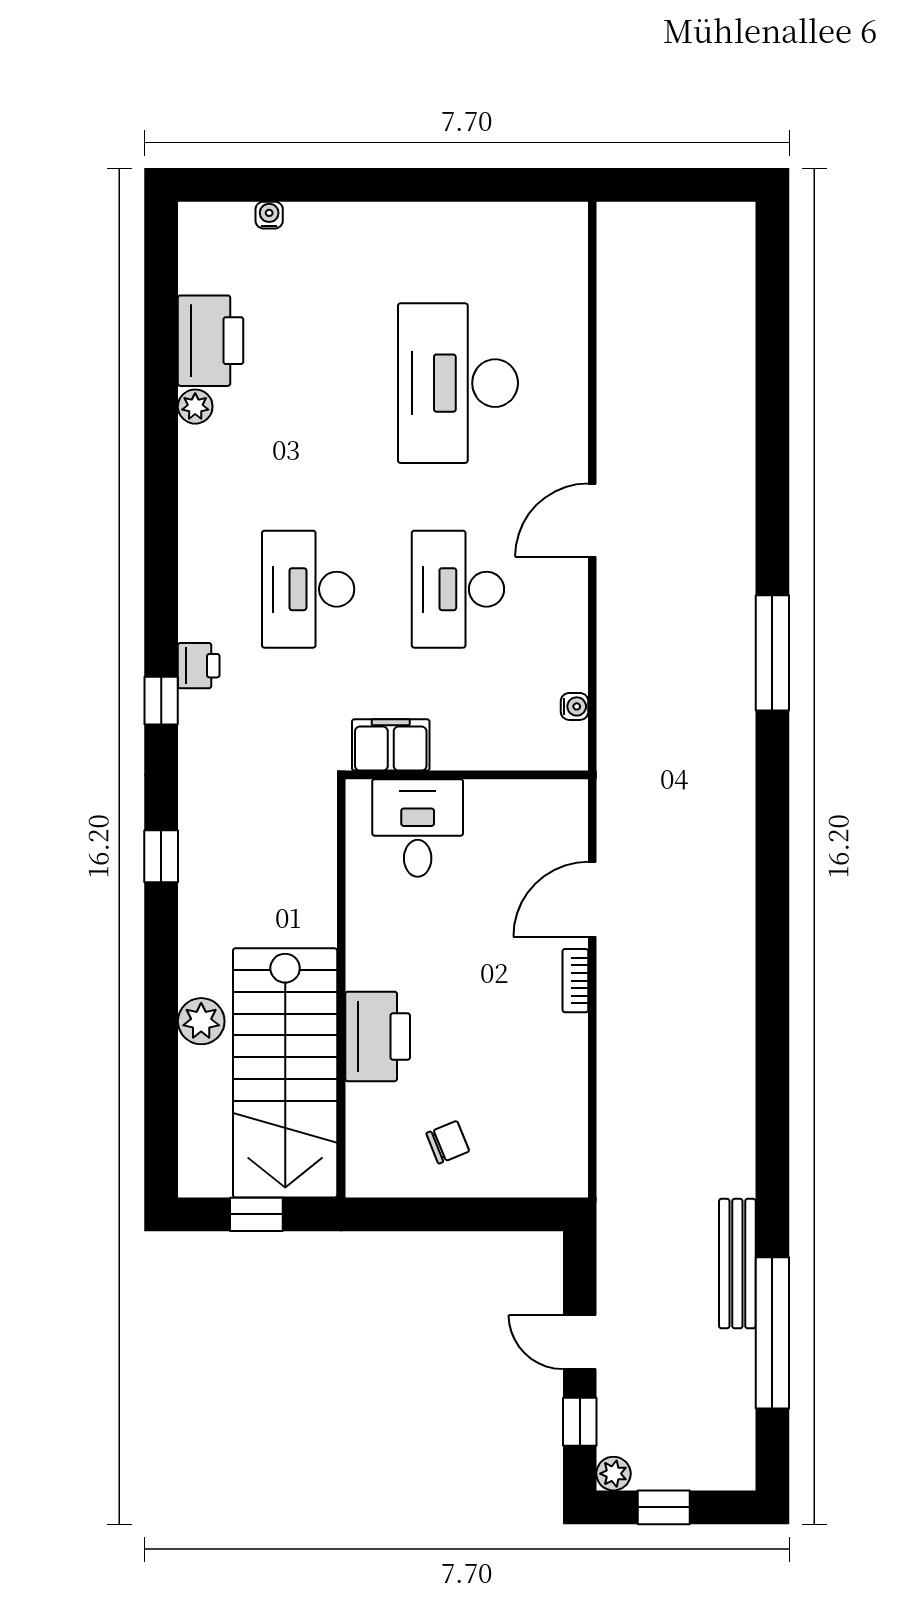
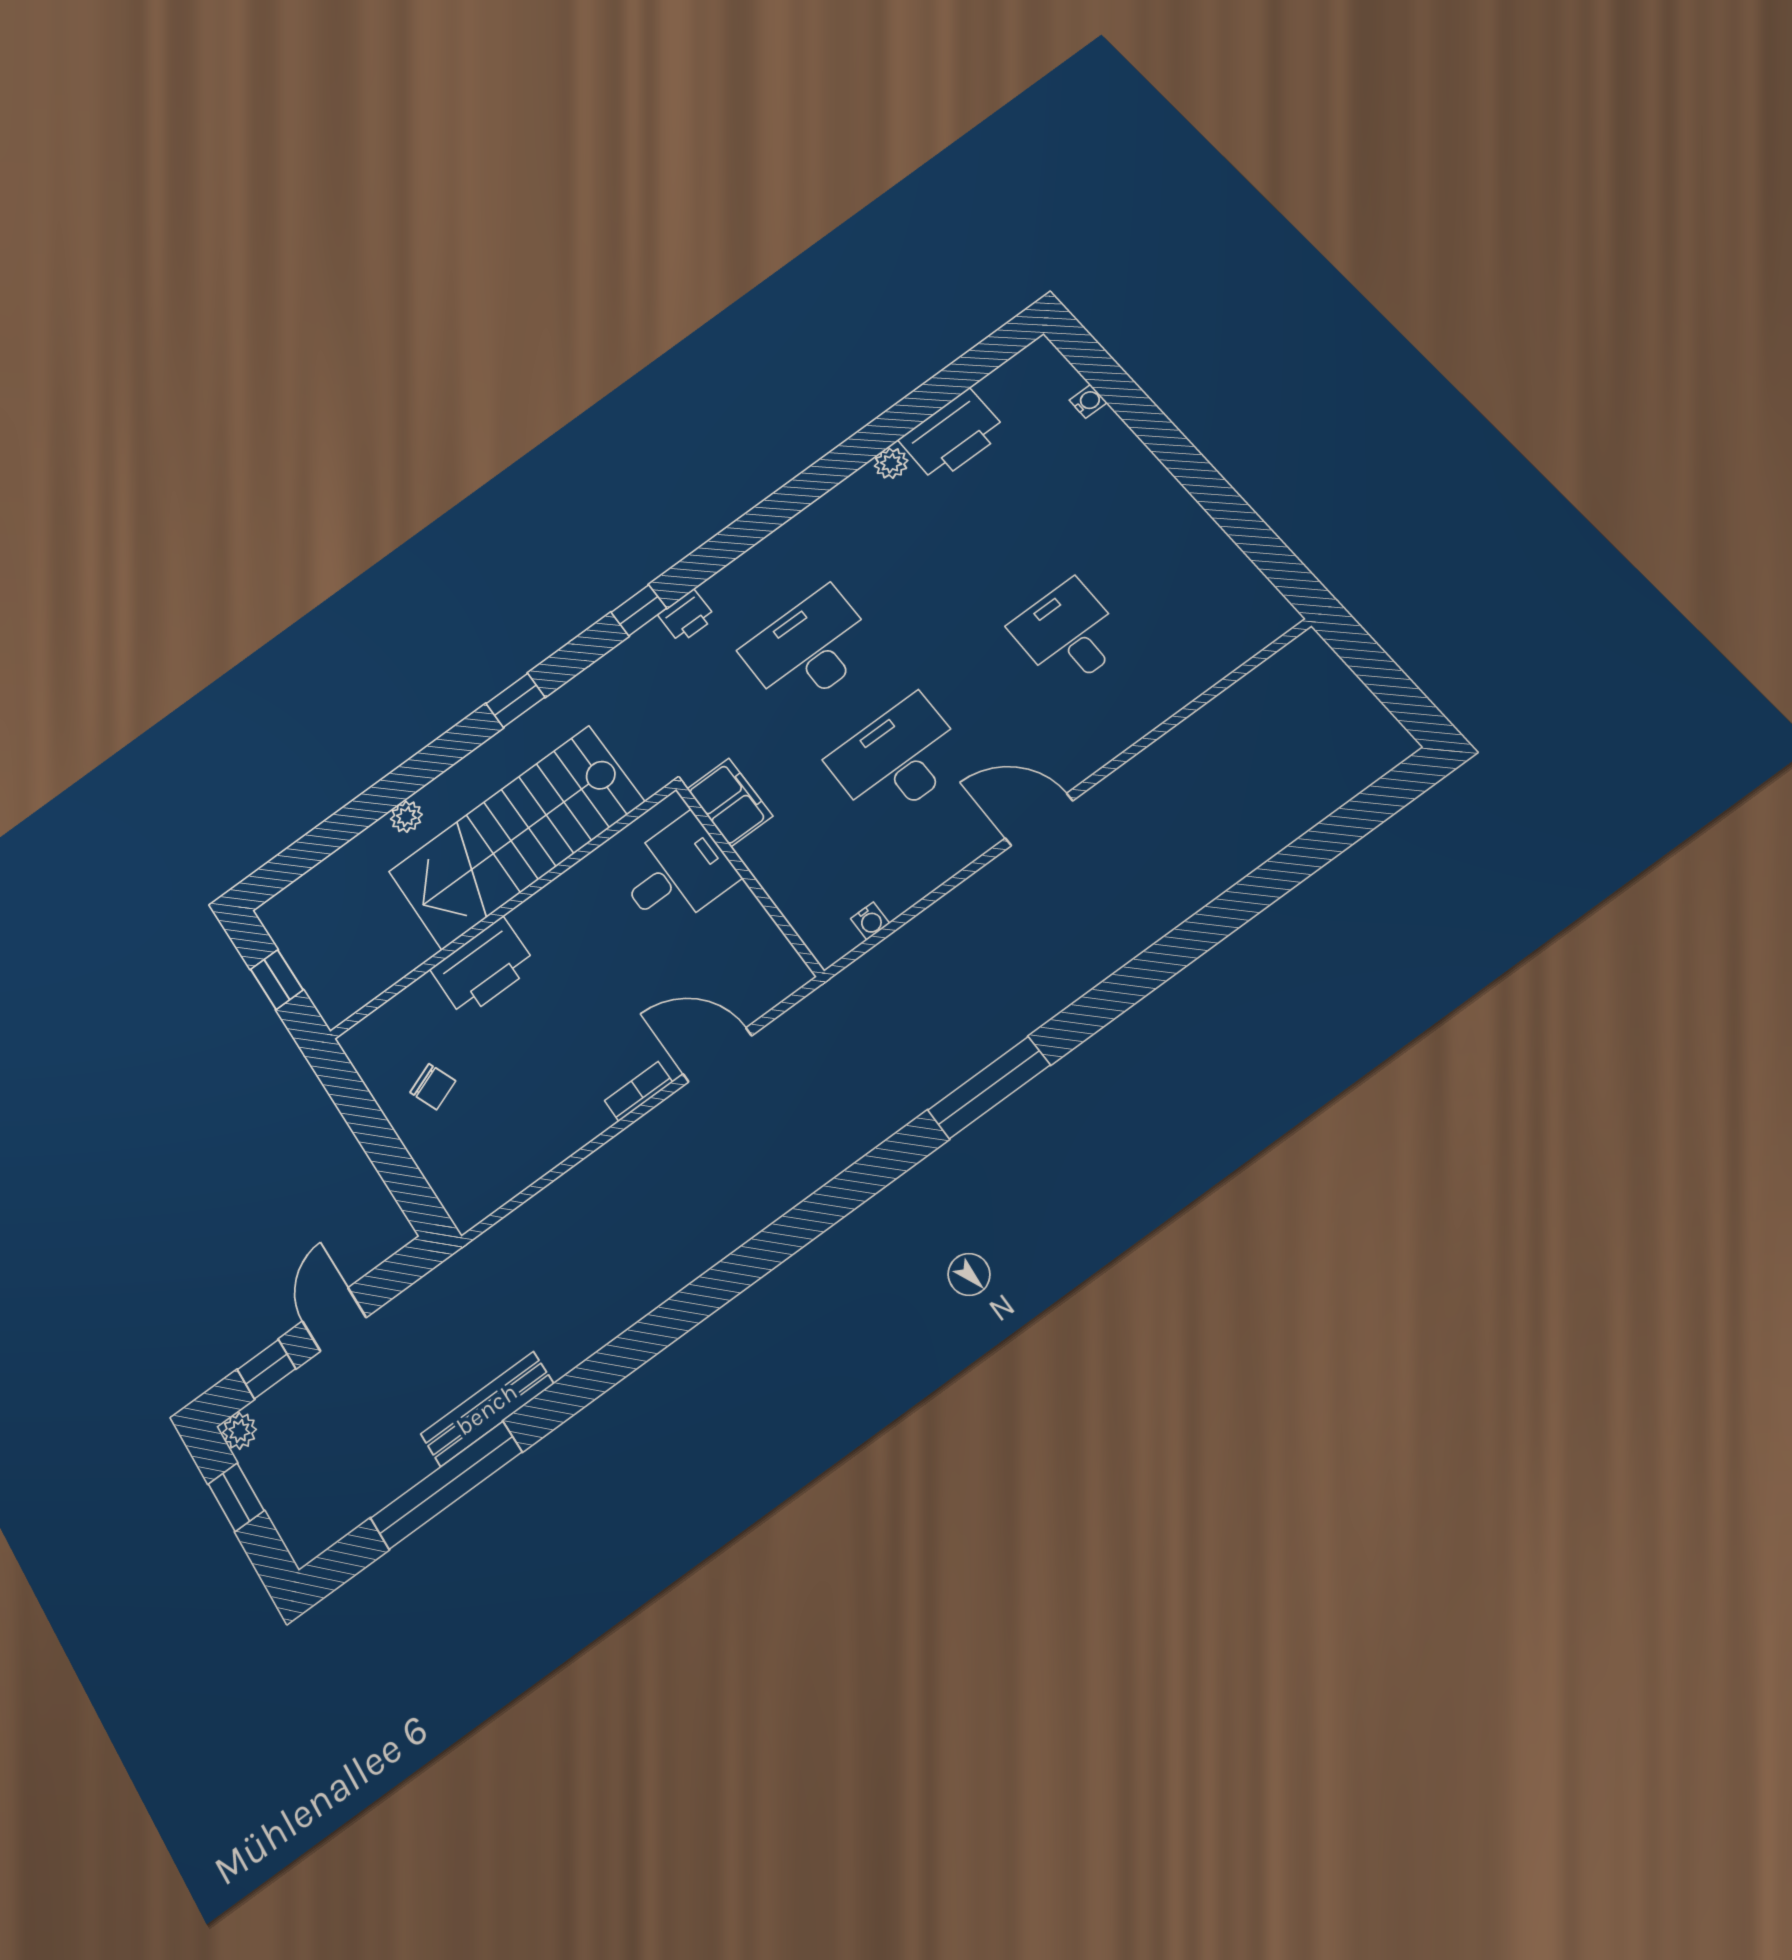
desk: (458, 383) -> (1069, 634), width x0.53, depth x0.77
window: (772, 653) -> (989, 1088), moved
plant: (201, 1021) -> (406, 817), width x0.73, depth x0.73
stairs: (285, 1073) -> (516, 837), moved

